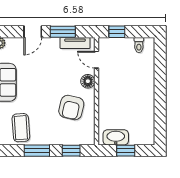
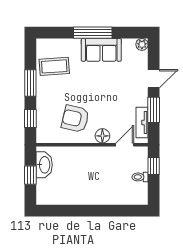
door: (33, 32) -> (154, 79), swing flipped
toilet: (139, 45) -> (140, 177), moved

